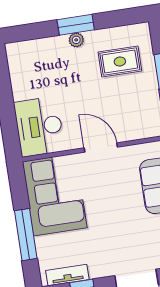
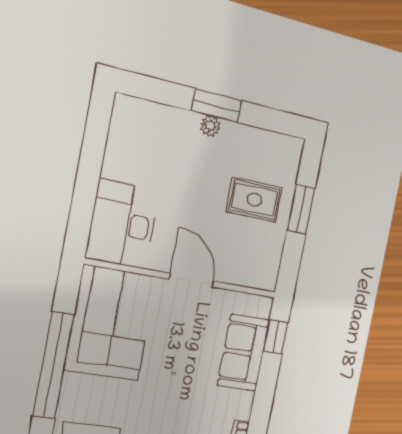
rug: (120, 61) -> (254, 200), moved
window: (26, 235) -> (54, 365), width x1.46

